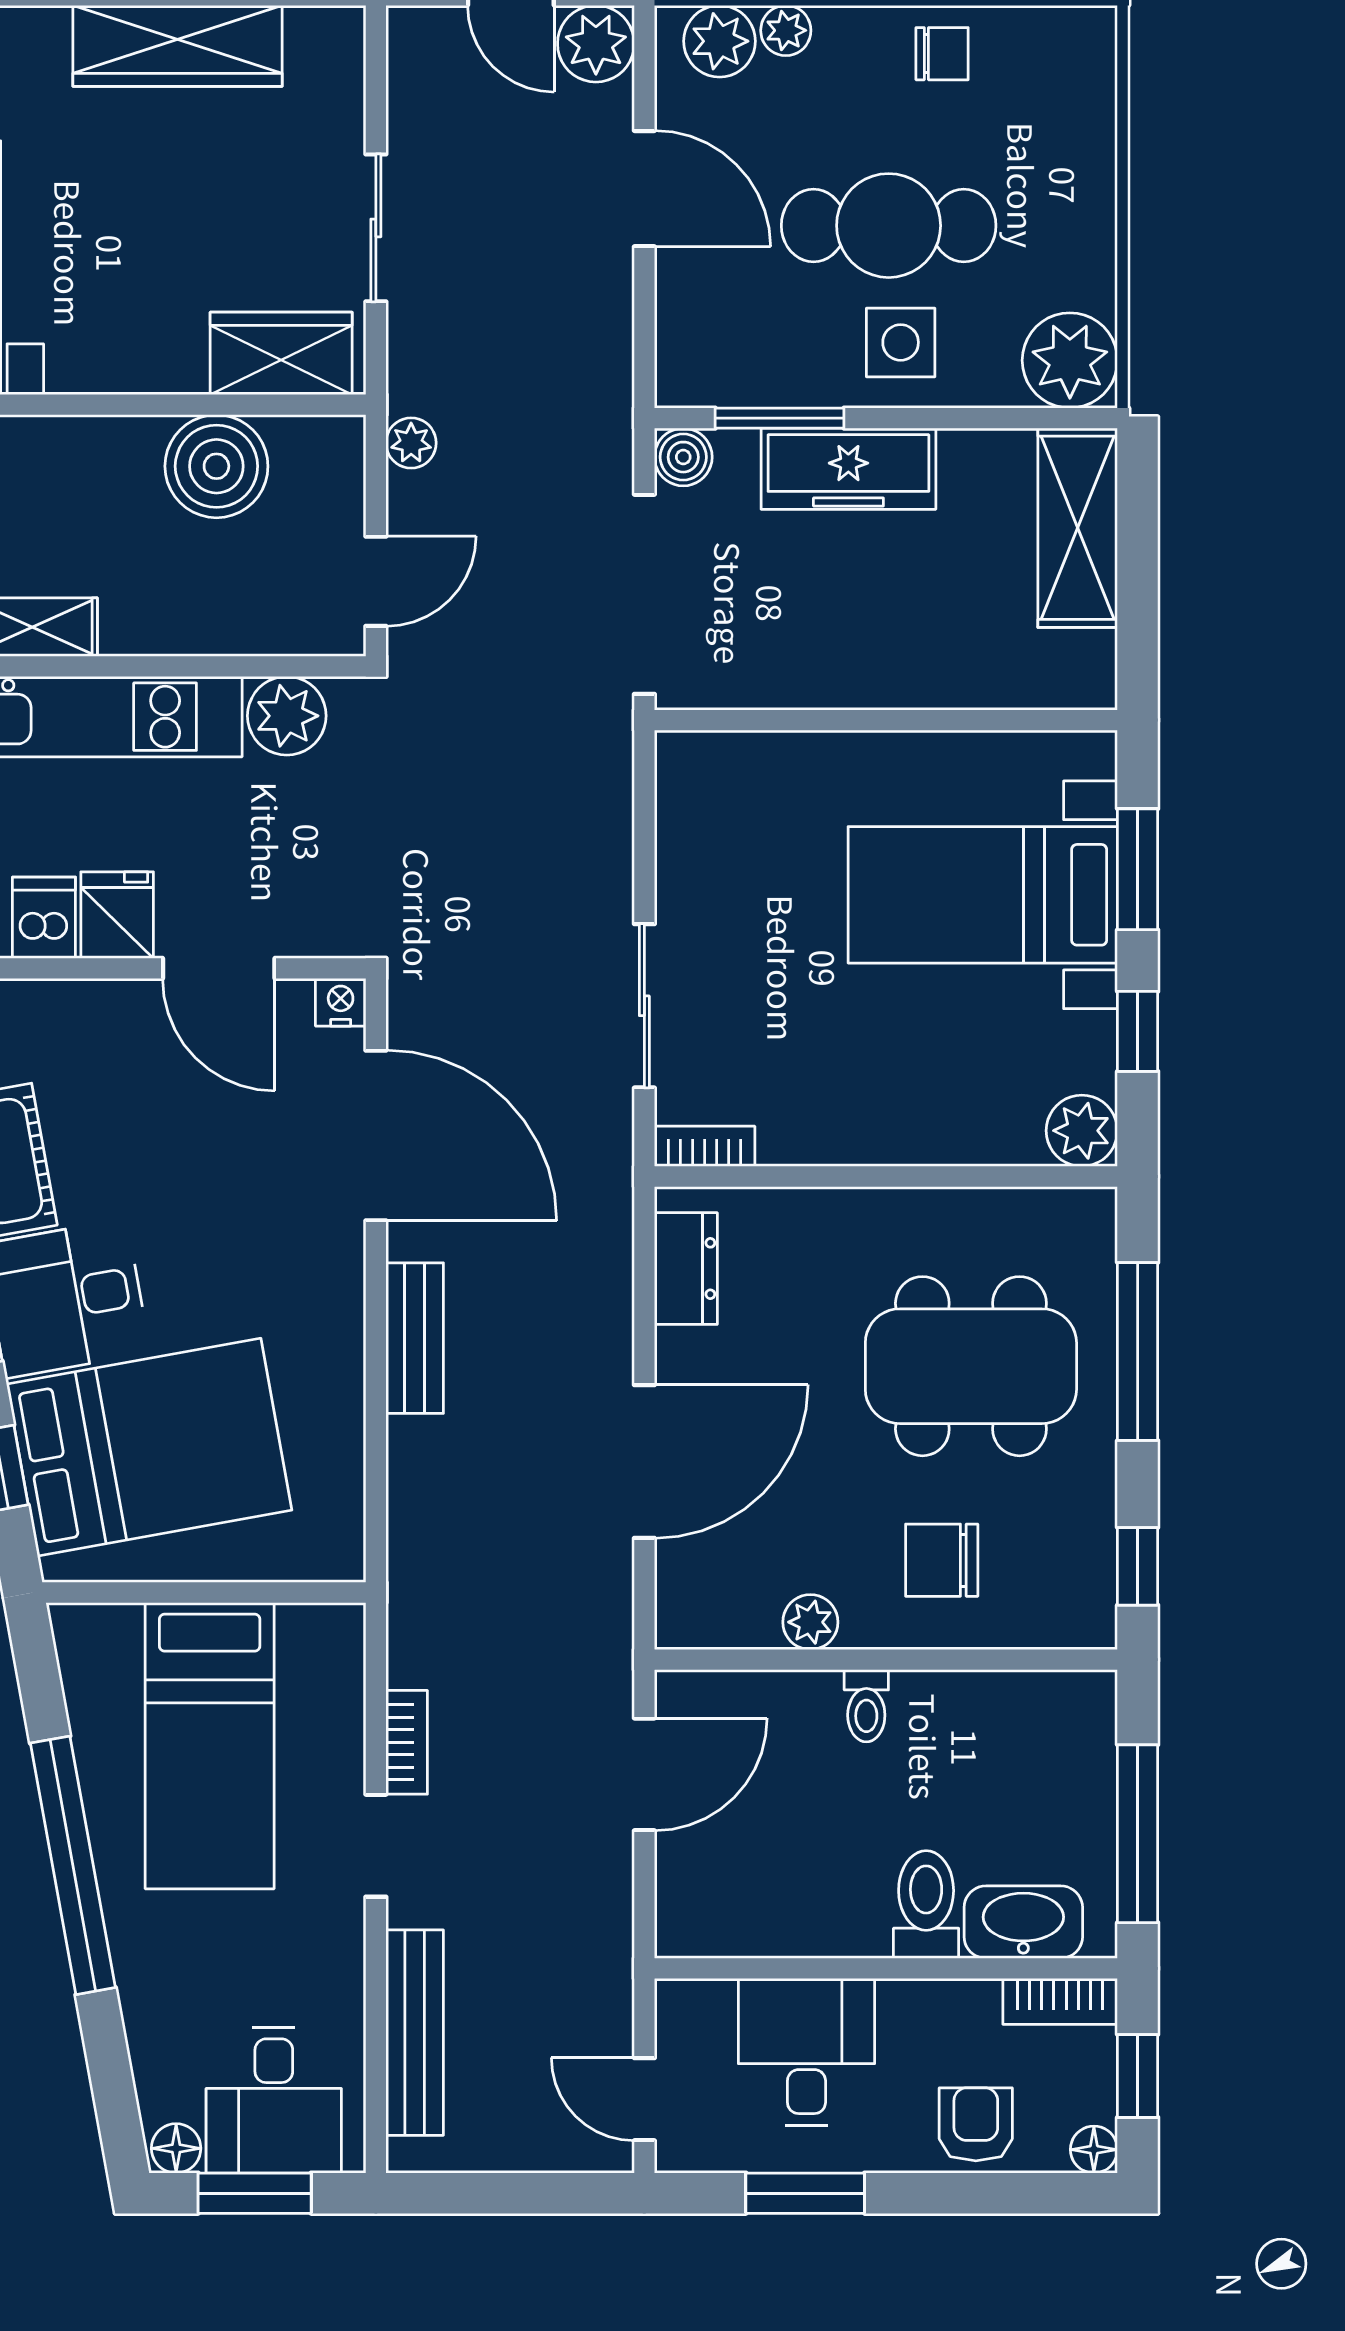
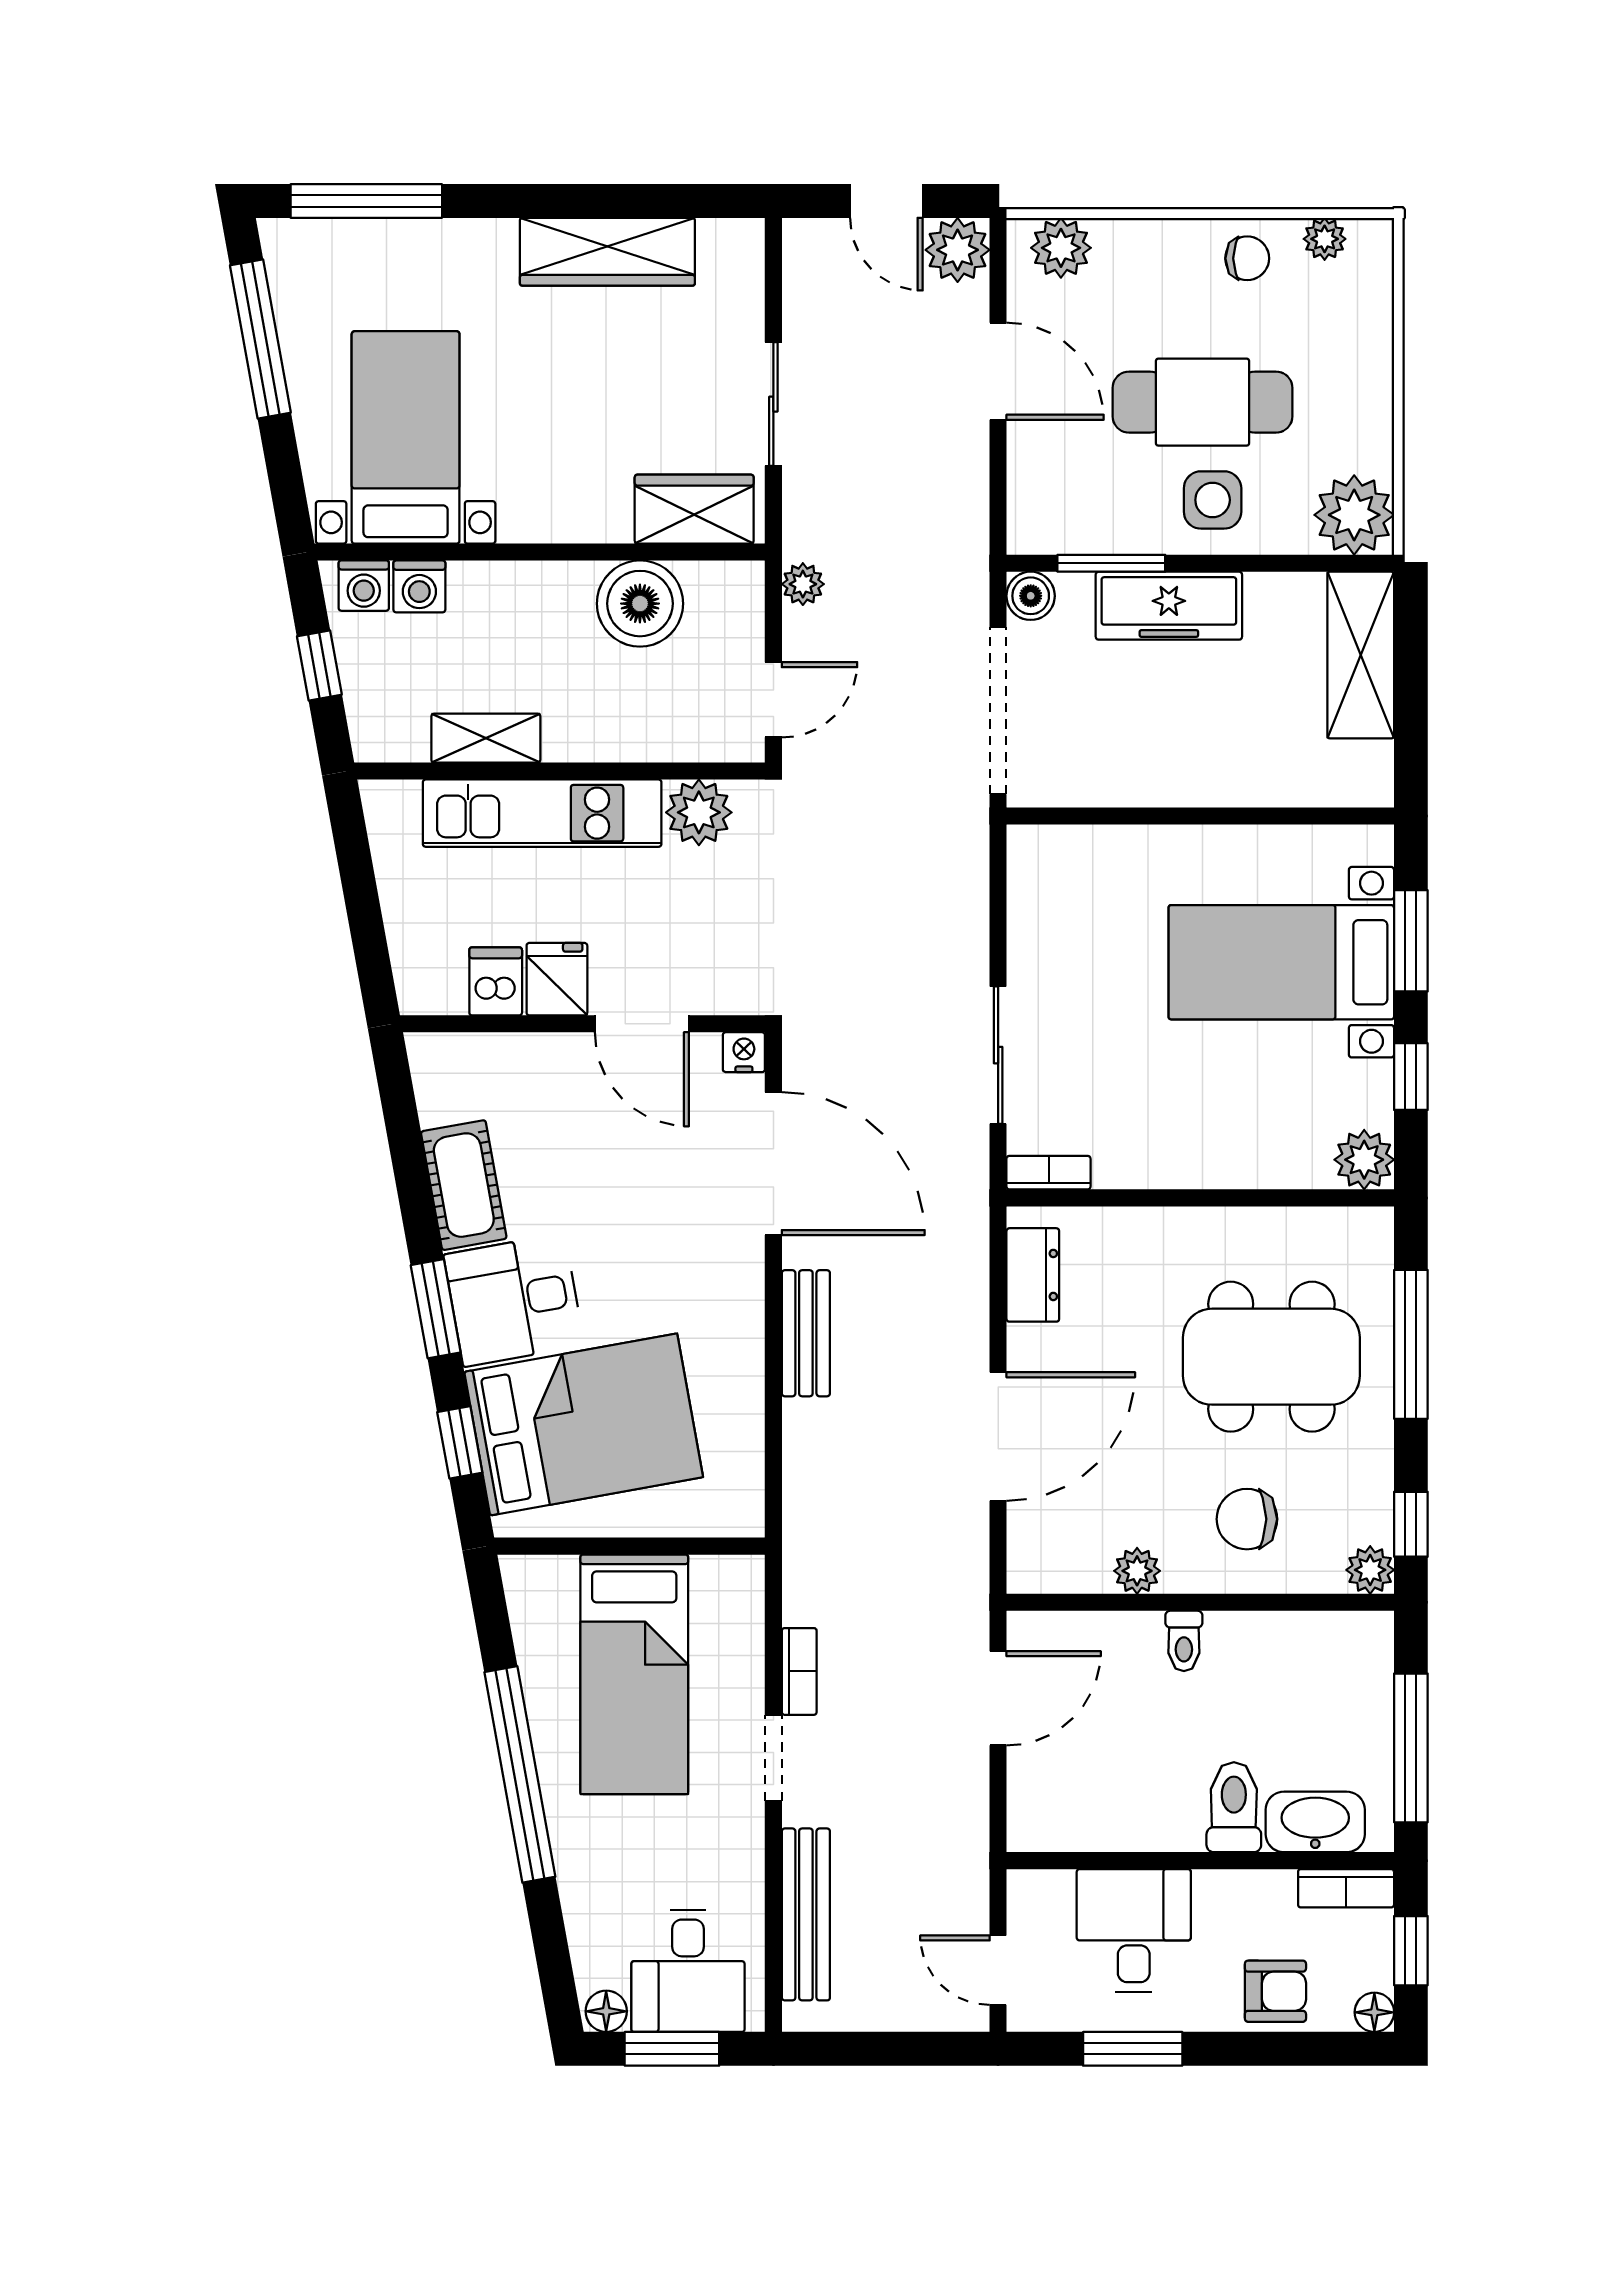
plant: (786, 30) -> (1325, 239), moved
plant: (1089, 1621) -> (1370, 1570), added
armchair: (976, 2124) -> (1275, 1991), turned 90

